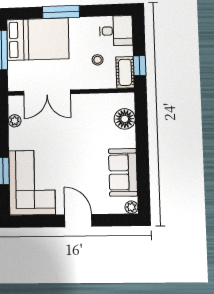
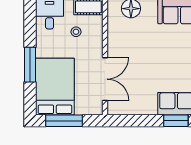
plant: (15, 121) -> (130, 109), removed

